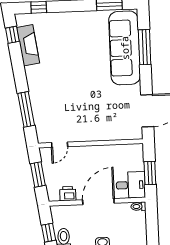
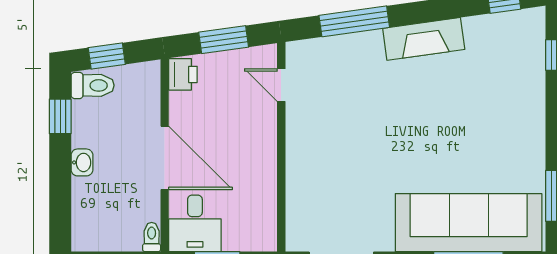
fireplace: (28, 45) -> (424, 39), moved
printer: (68, 194) -> (183, 74), moved

